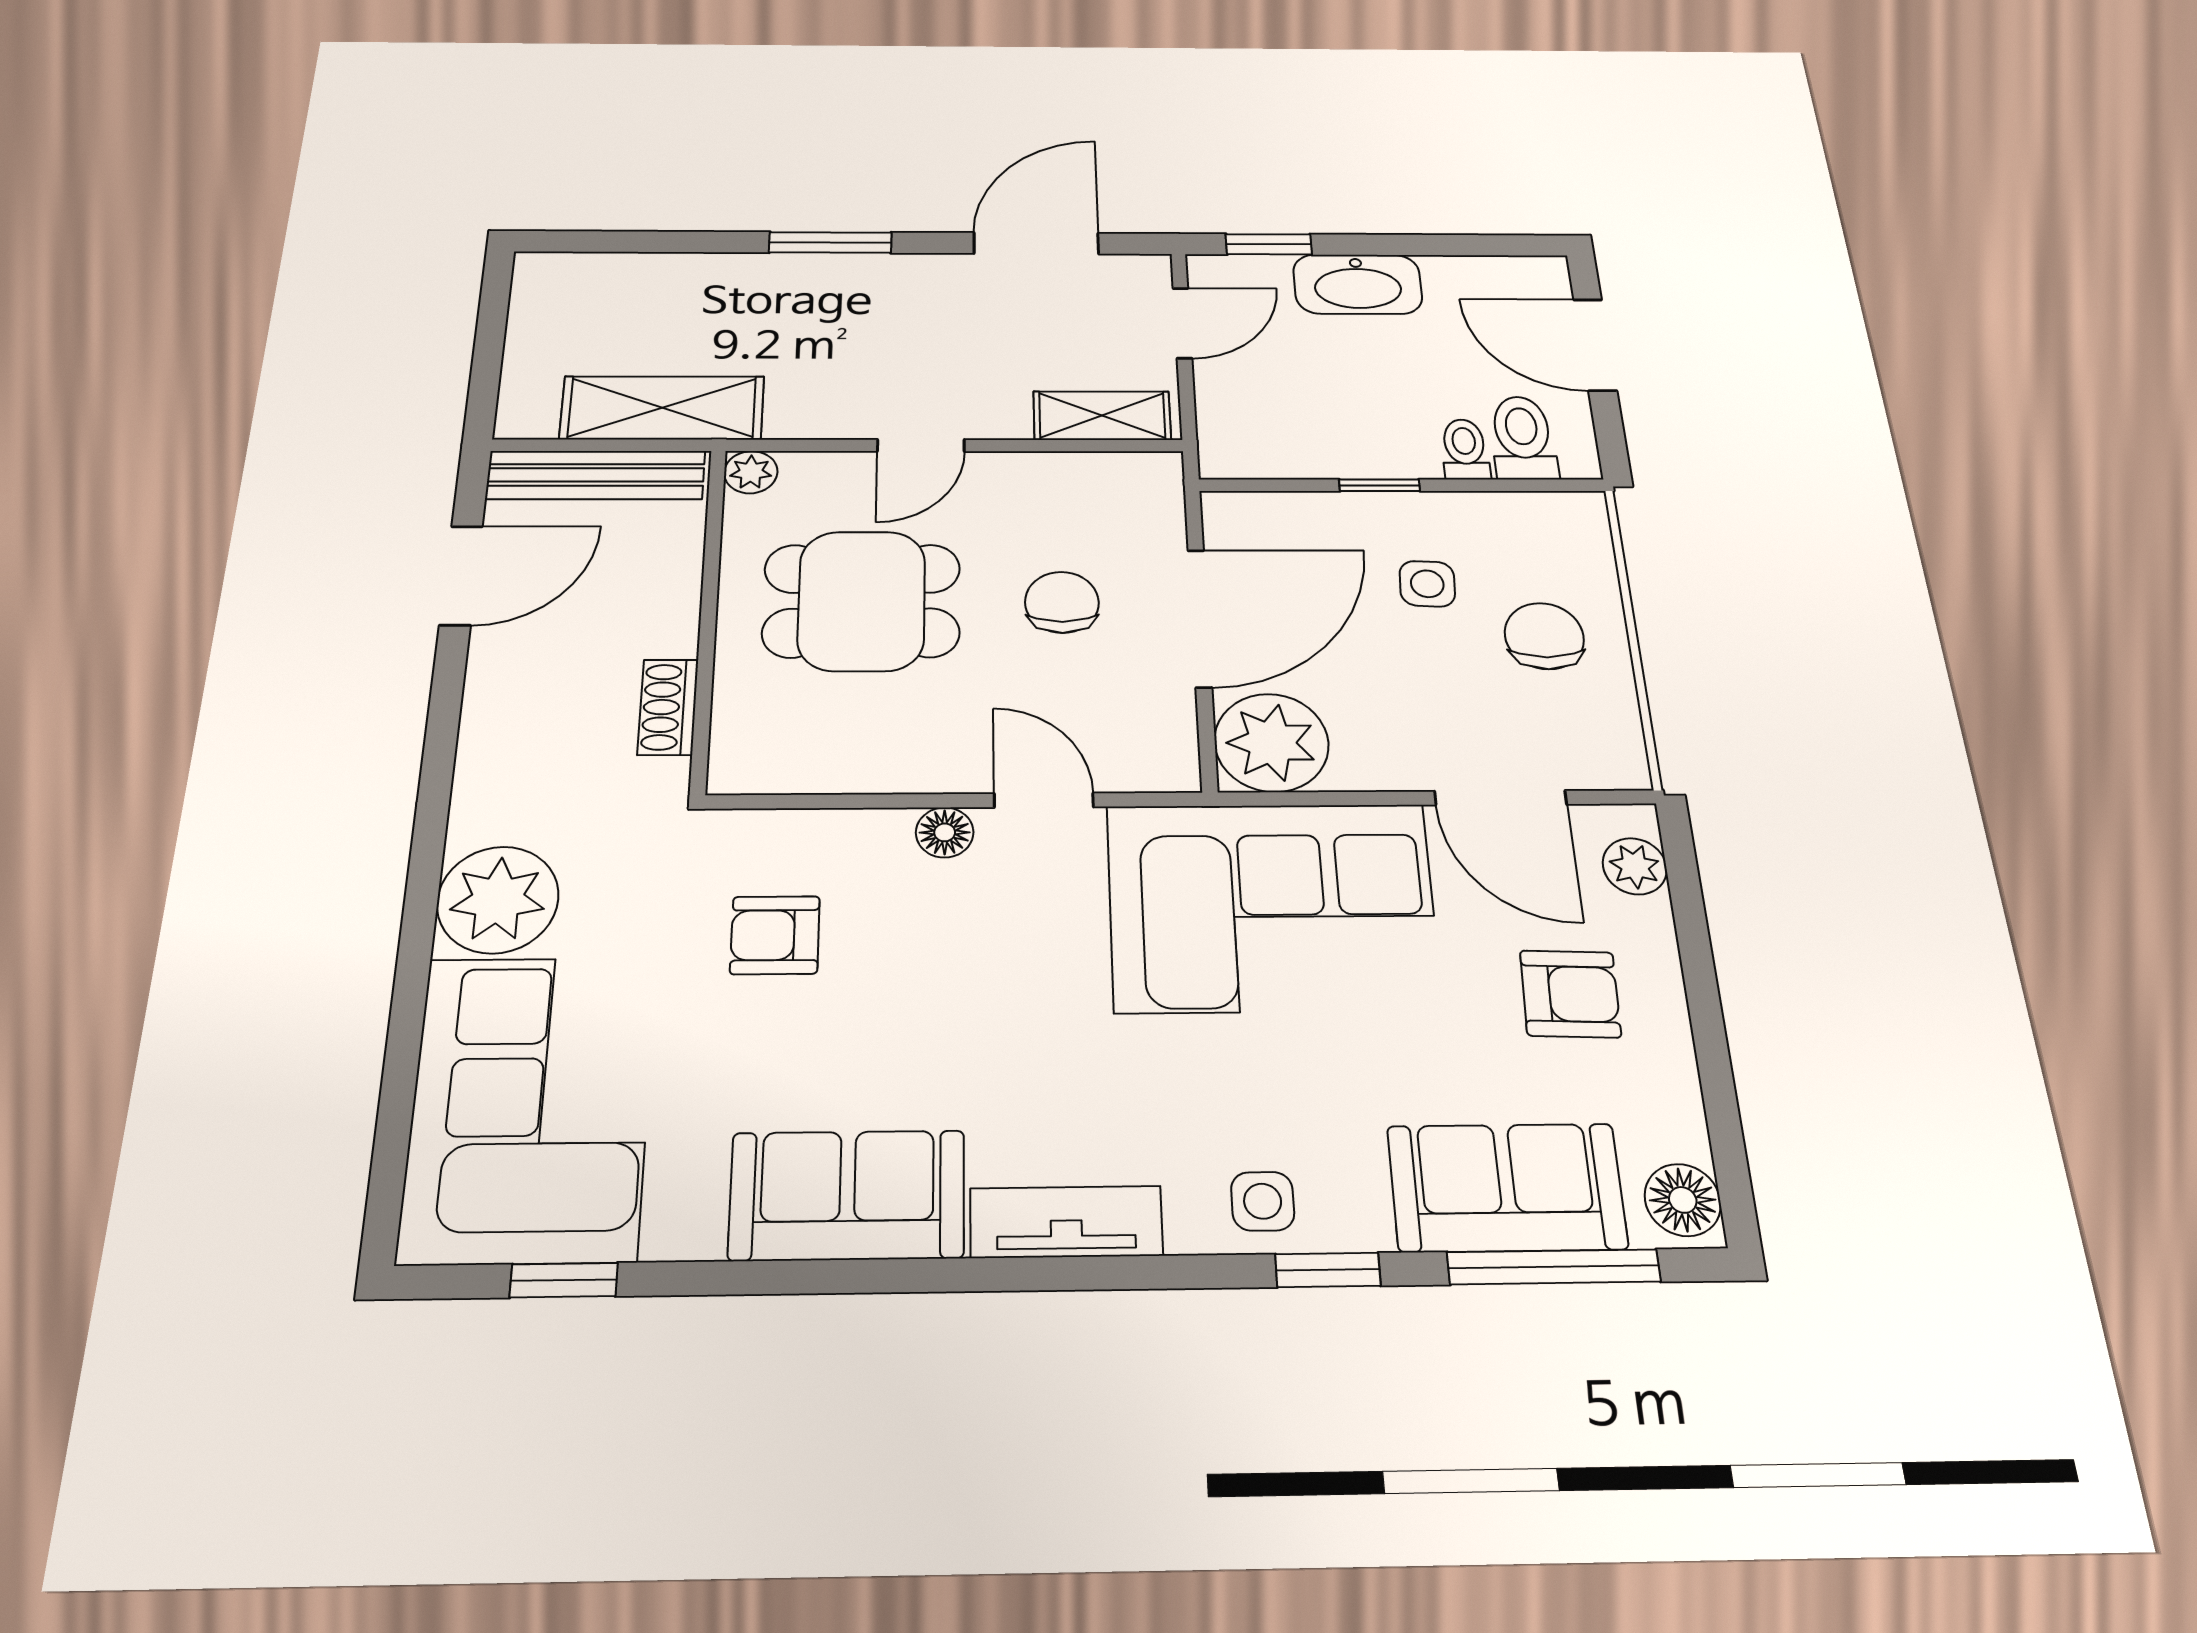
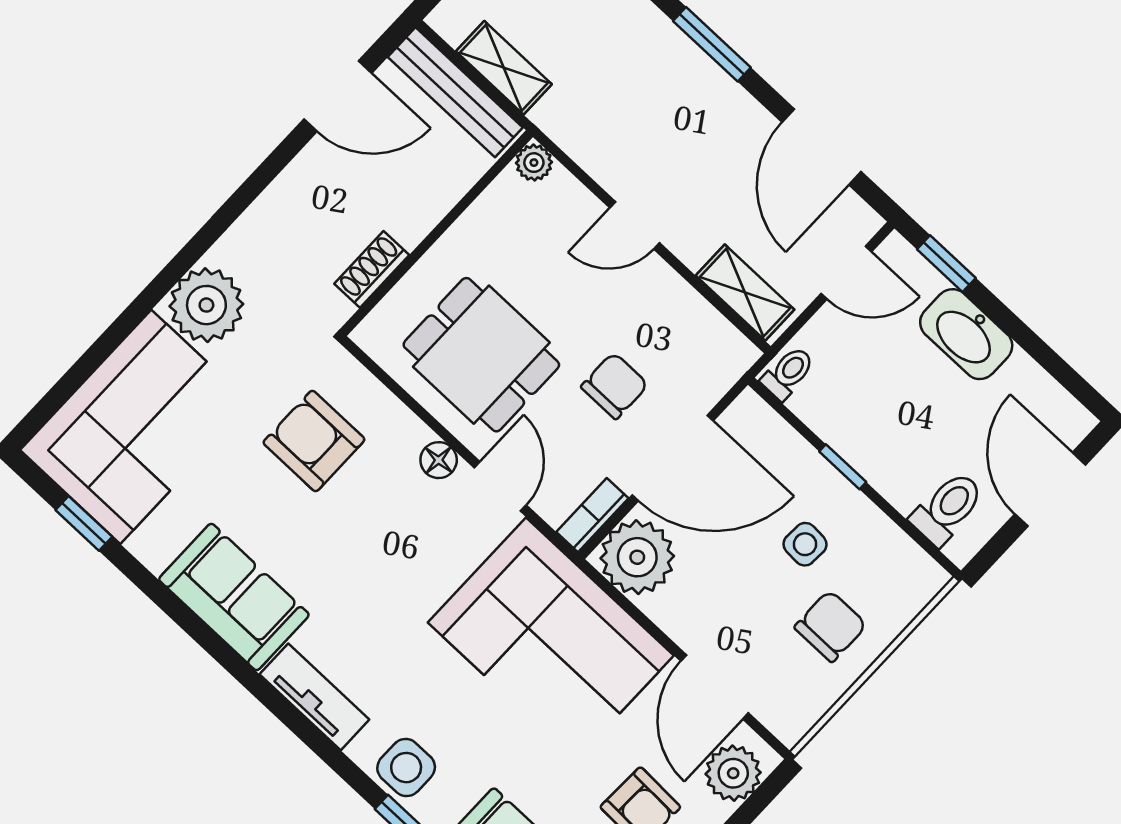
door: (1036, 243) -> (822, 147), swing flipped
shelving: (662, 408) -> (504, 68), width x0.67, depth x0.75
toilet: (1465, 449) -> (788, 373), moved
dining table: (862, 601) -> (481, 355), moved
bookcase: (1177, 743) -> (592, 515), added
plant: (1635, 866) -> (733, 773), width x1.38, depth x1.38
armchair: (775, 935) -> (314, 441), width x1.38, depth x1.38
side table: (1263, 1201) -> (406, 768), width x1.37, depth x1.37

